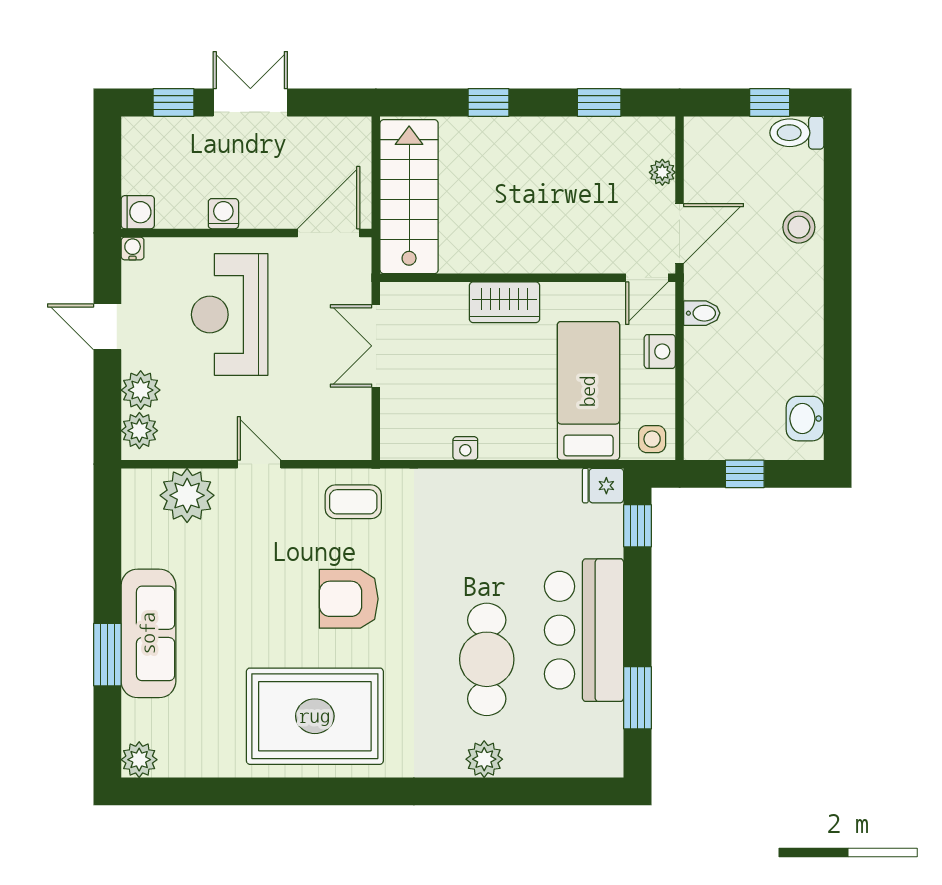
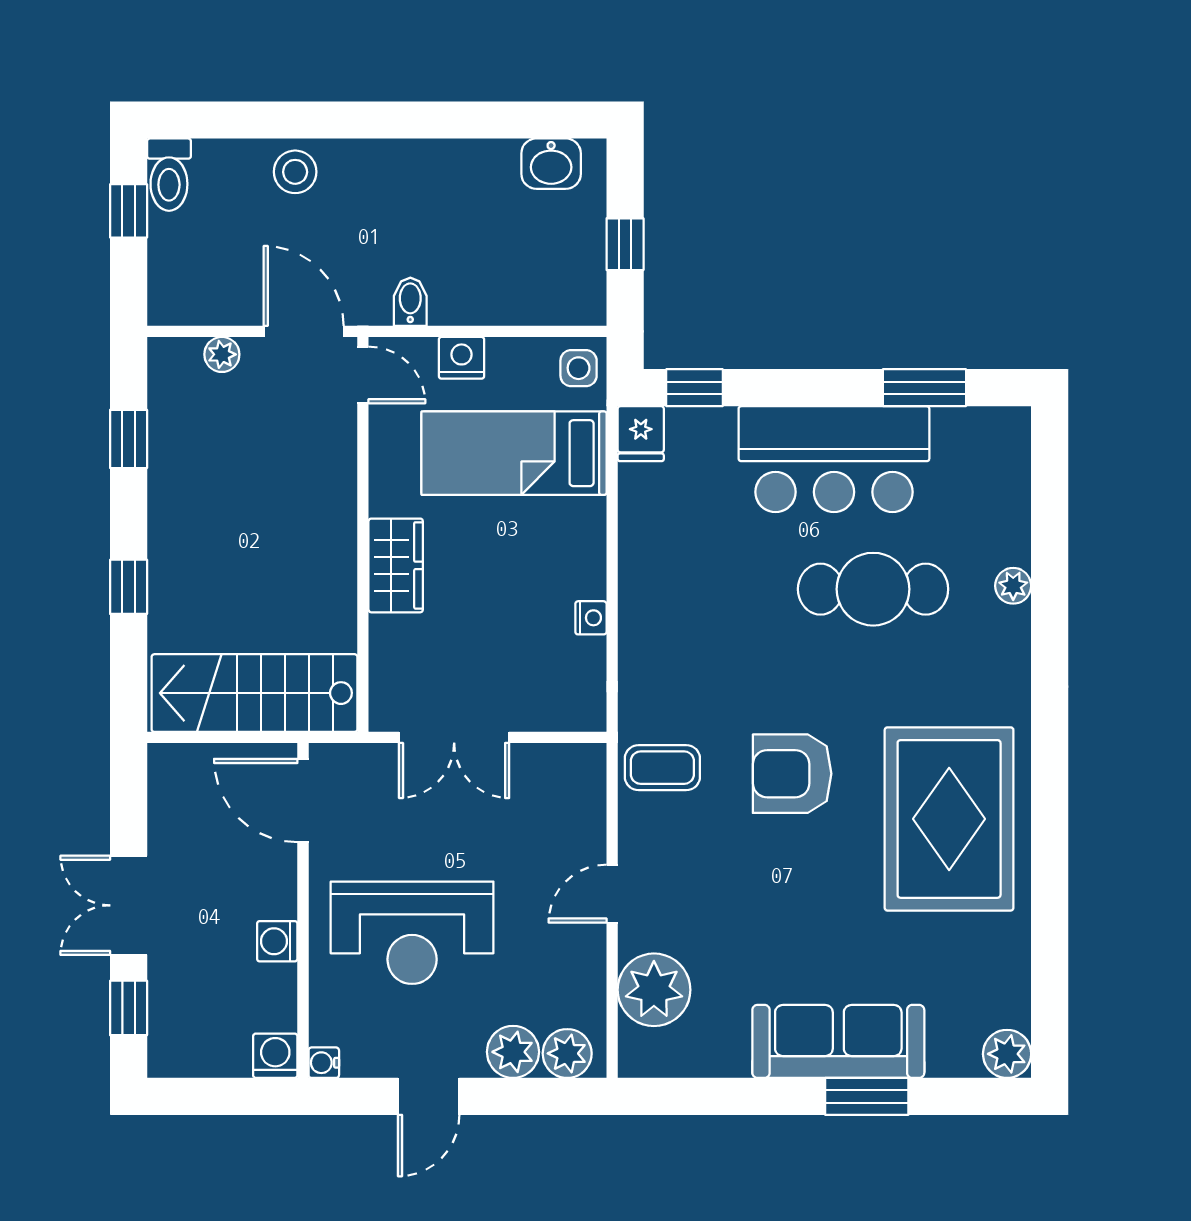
coffee table: (353, 502) -> (662, 768), turned 90
armchair: (349, 599) -> (792, 774), turned 90
plant: (484, 759) -> (1013, 586), width x0.73, depth x0.73

